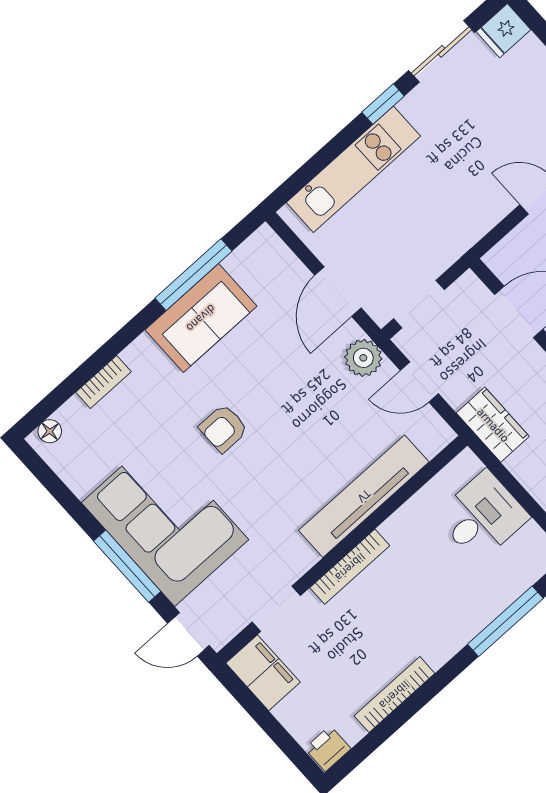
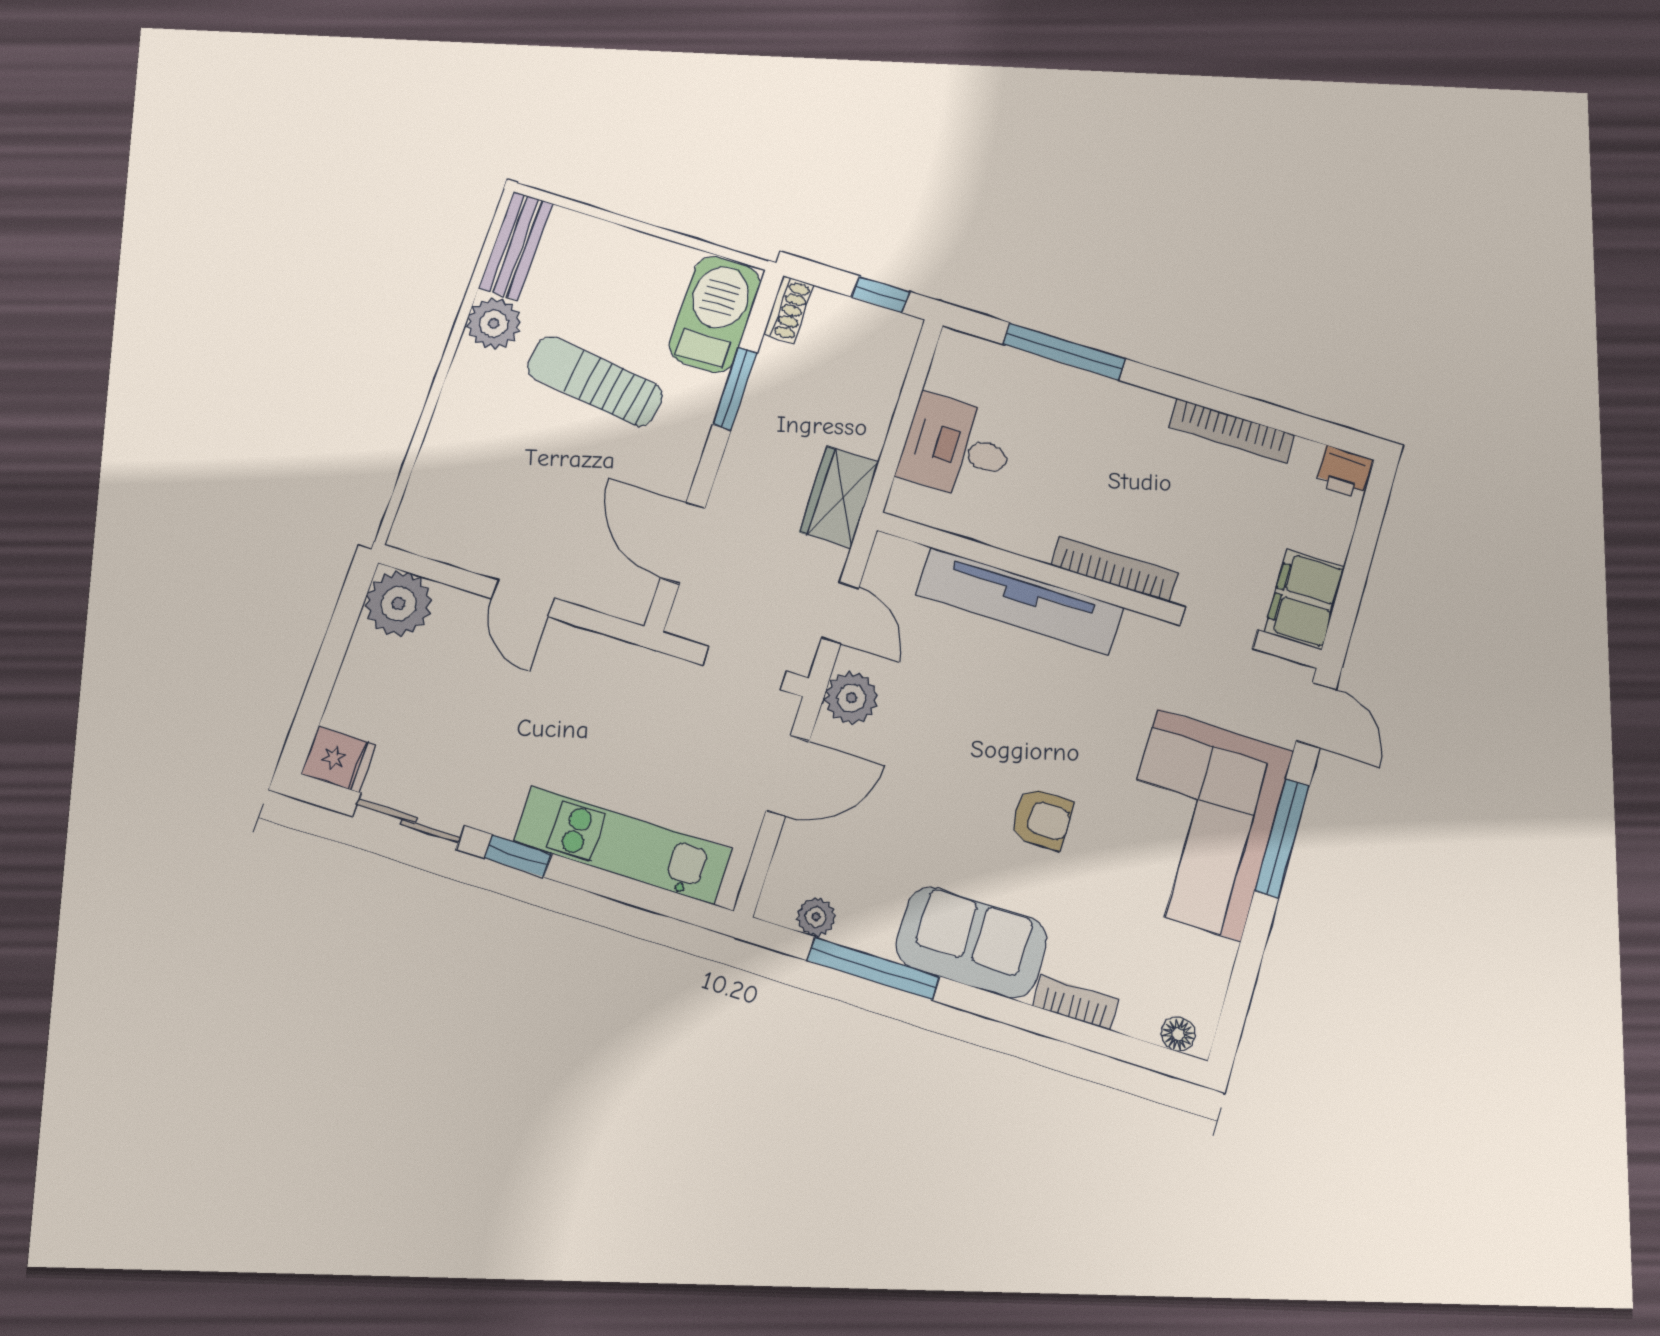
plant: (244, 259) -> (816, 917), added
sofa: (201, 318) -> (971, 943), moved

